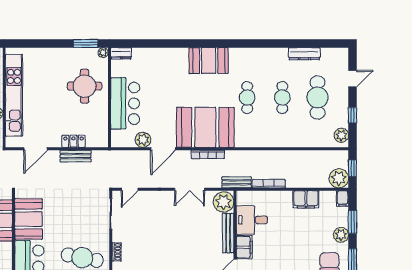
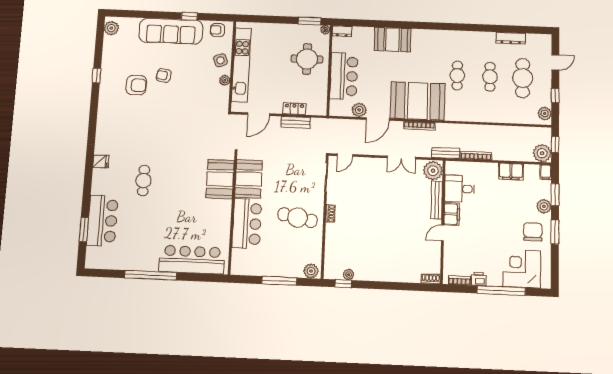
booth: (209, 61) -> (392, 40), moved

